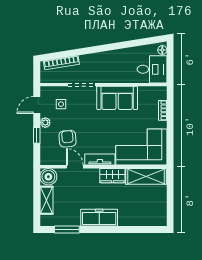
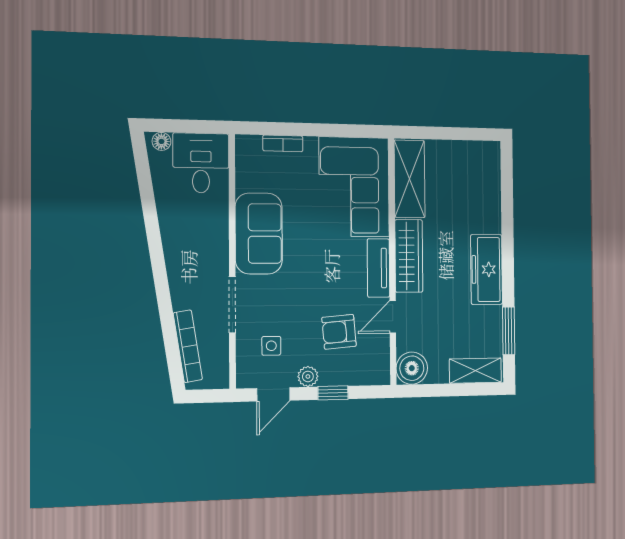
door: (37, 105) -> (273, 394), hinge flipped
wardrobe: (112, 176) -> (409, 256), width x1.50
shelving: (46, 200) -> (475, 371), moved

